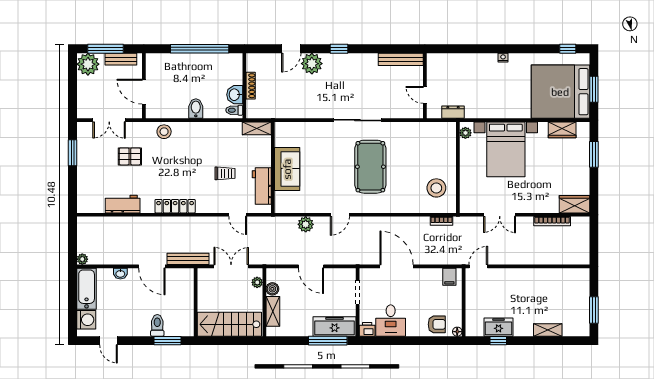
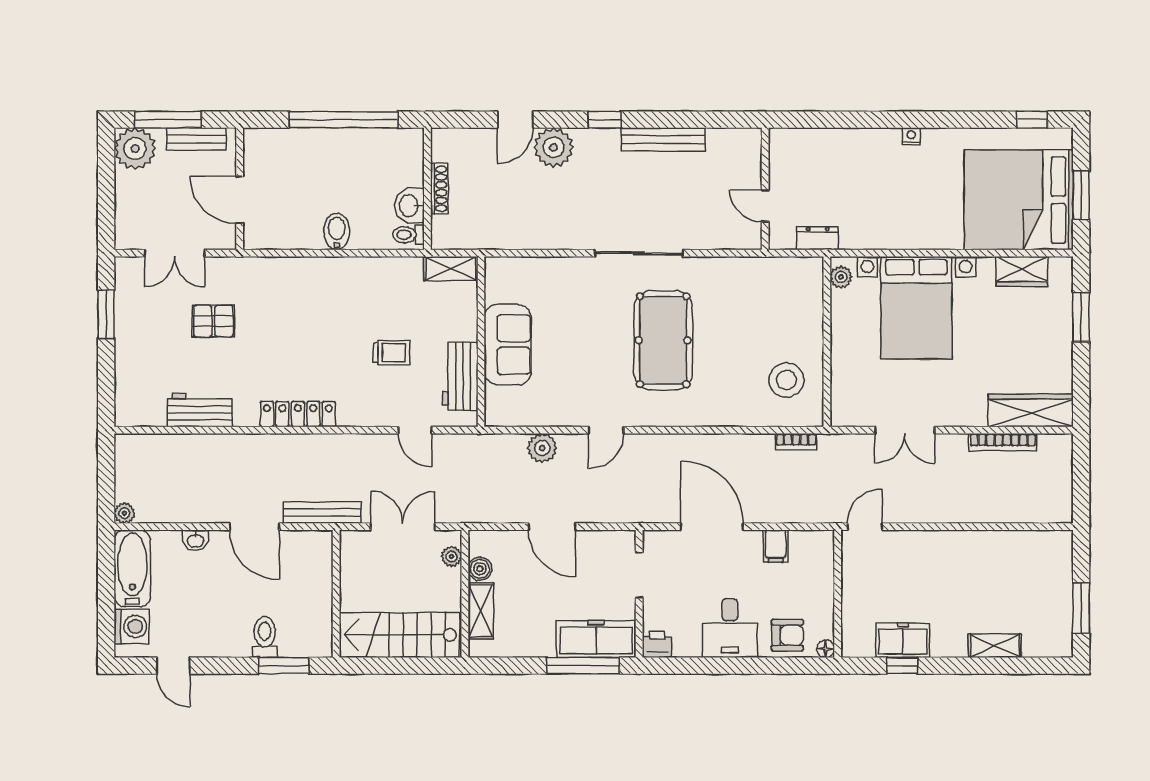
bench: (401, 59) -> (663, 139), moved
stool: (164, 132) -> (277, 275), removed
wardrobe: (574, 204) -> (1031, 411), width x1.50
filing cabinet: (449, 277) -> (776, 546), moved
desk: (391, 321) -> (730, 628), moved

